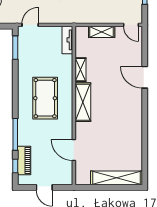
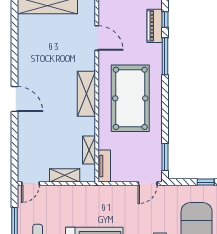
door: (131, 25) -> (30, 183), swing flipped
shelving: (81, 70) -> (89, 150), moved
door: (145, 77) -> (14, 99), moved
pool table: (45, 98) -> (130, 98), width x1.36, depth x1.32

